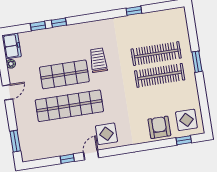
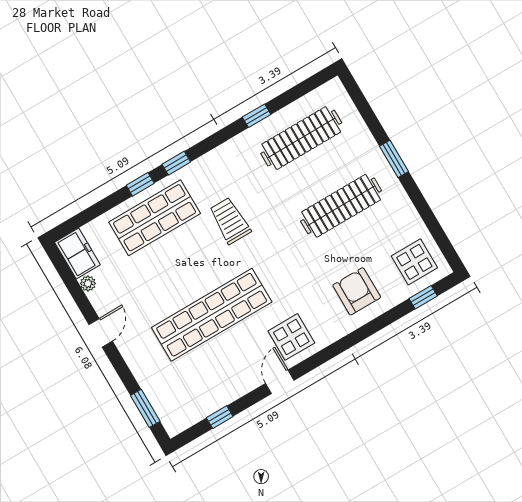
window: (38, 26) -> (176, 163), moved
clothes rail: (156, 54) -> (301, 138), moved
shop shelf: (64, 74) -> (155, 218), moved
armchair: (159, 127) -> (357, 291), moved
window: (67, 159) -> (220, 417), moved

